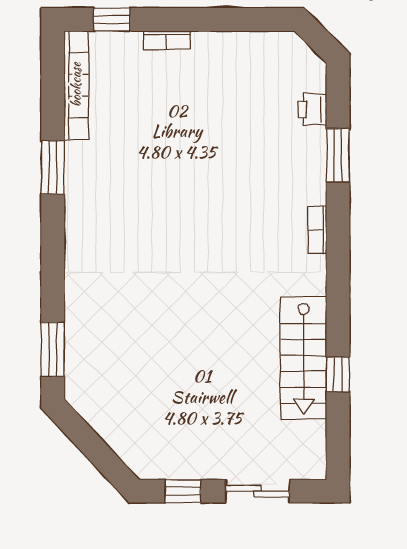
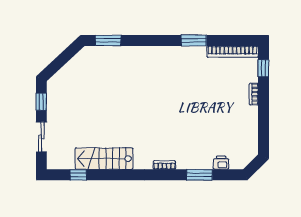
window: (338, 374) -> (78, 175), moved

